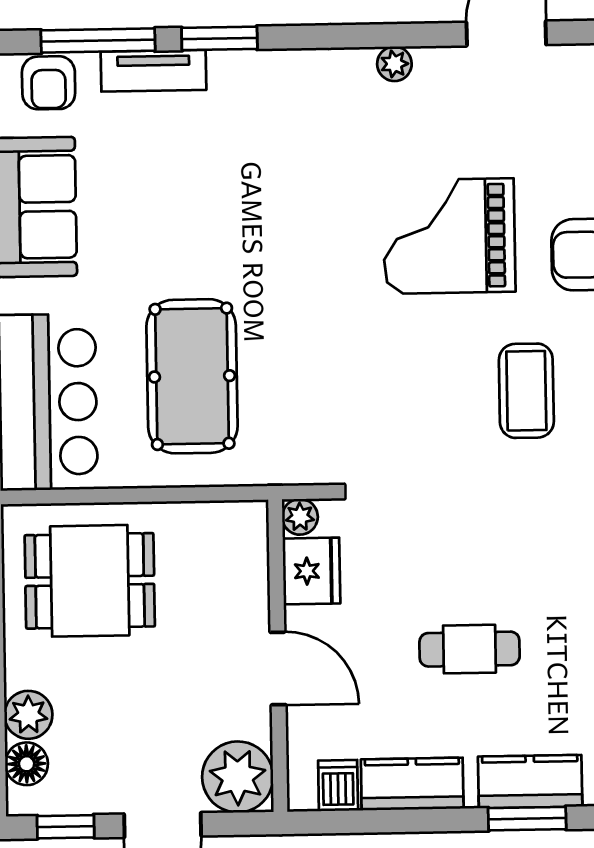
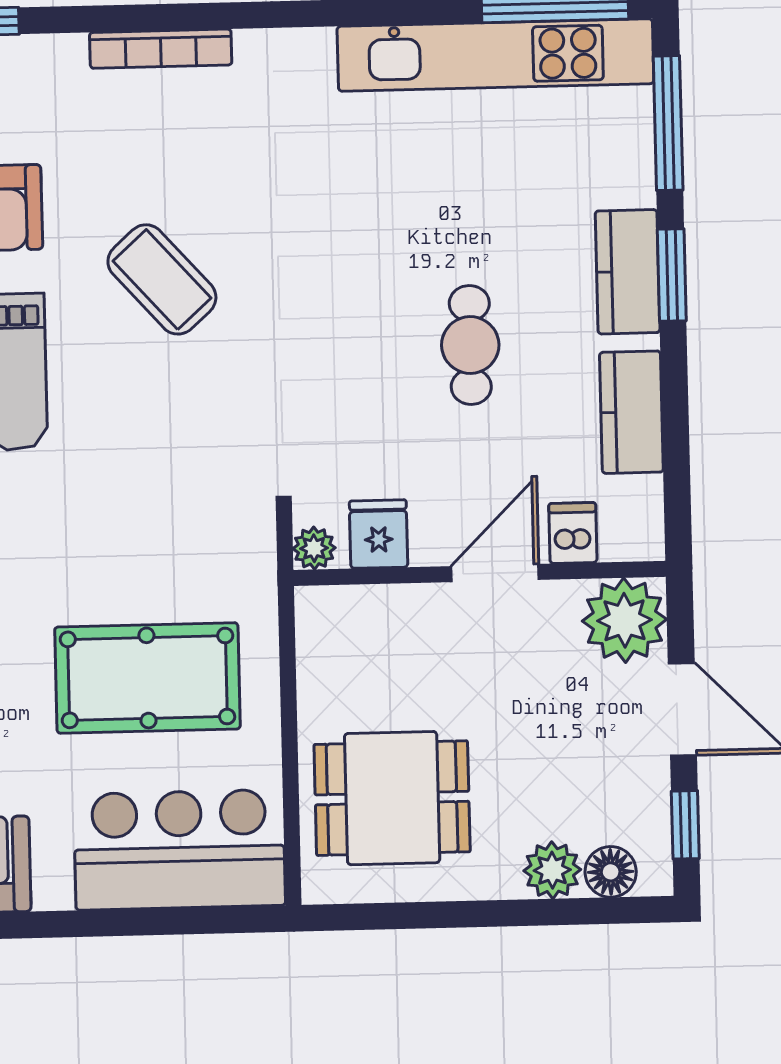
coffee table: (526, 391) -> (162, 279), turned 48
fridge: (311, 571) -> (379, 534), width x0.72
dining table: (90, 581) -> (392, 798), turned 90
dishwasher: (338, 785) -> (573, 533), moved, turned 90

